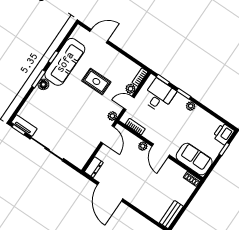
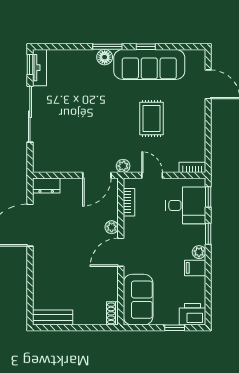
plant: (130, 89) -> (171, 165), removed
filing cabinet: (198, 114) -> (195, 268), added

